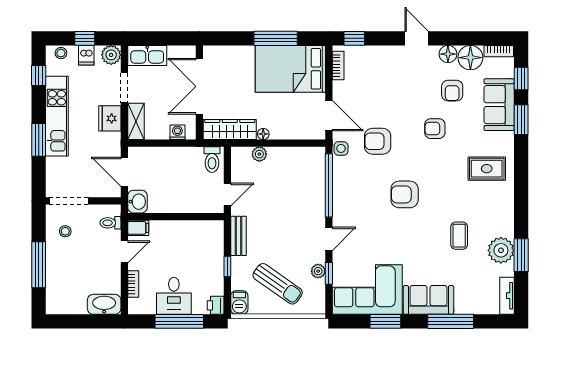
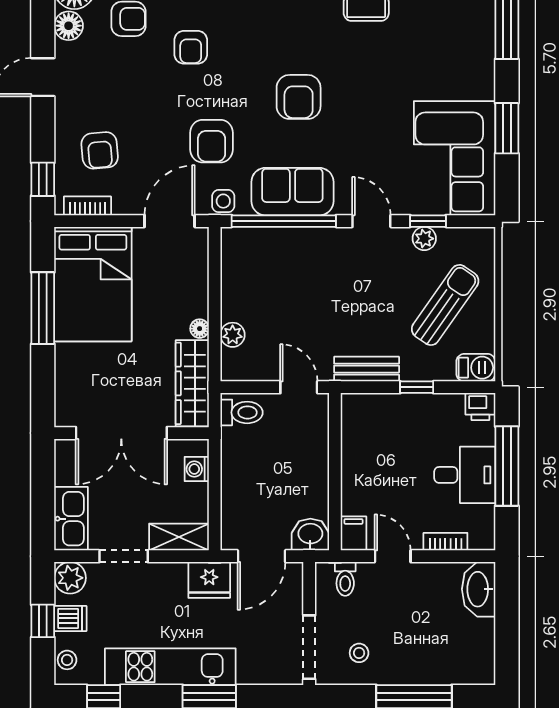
armchair: (372, 73) -> (100, 150), added
fridge: (110, 118) -> (209, 580), moved
sofa: (429, 300) -> (292, 192), moved, turned 90

